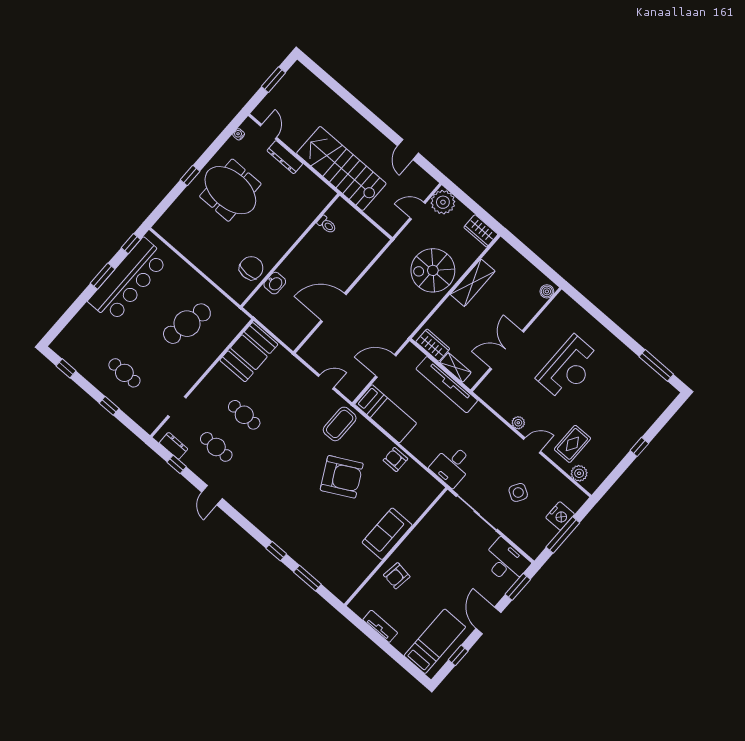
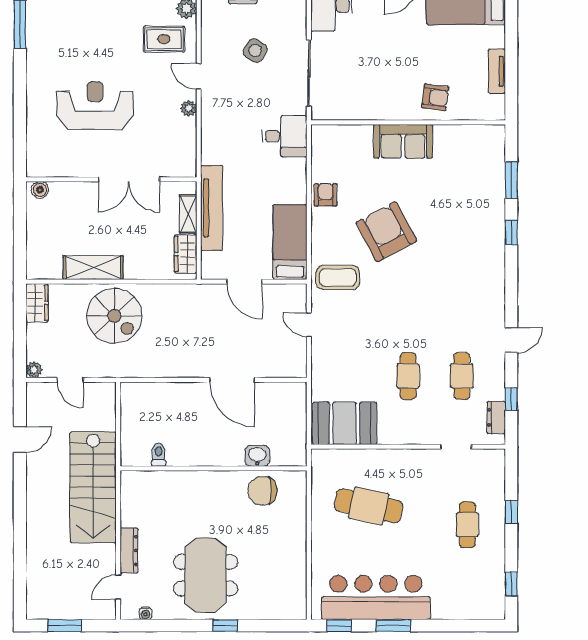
plant: (443, 202) -> (34, 370), width x0.53, depth x0.53
armchair: (395, 460) -> (325, 195), turned 180

